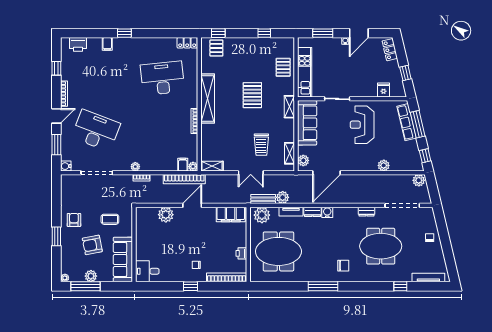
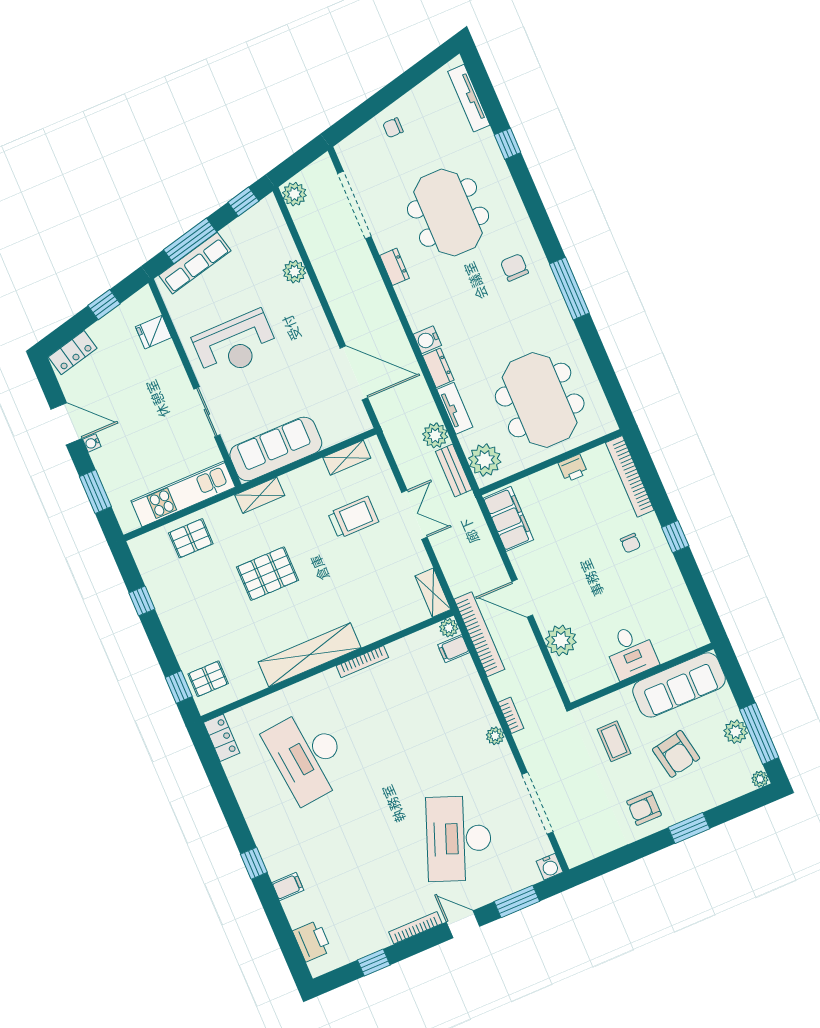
plant: (303, 160) -> (349, 426), removed
desk: (147, 271) -> (631, 652), moved

